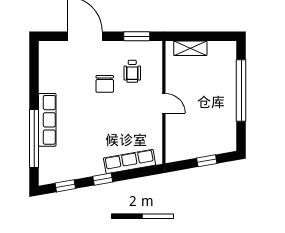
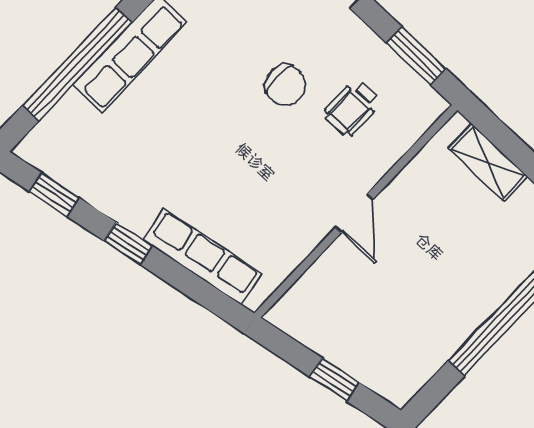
chair: (105, 84) -> (285, 85), turned -90

